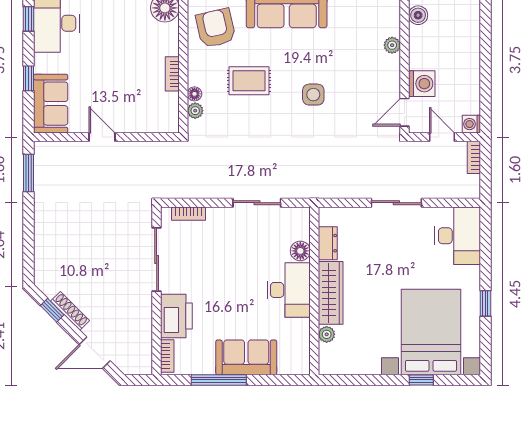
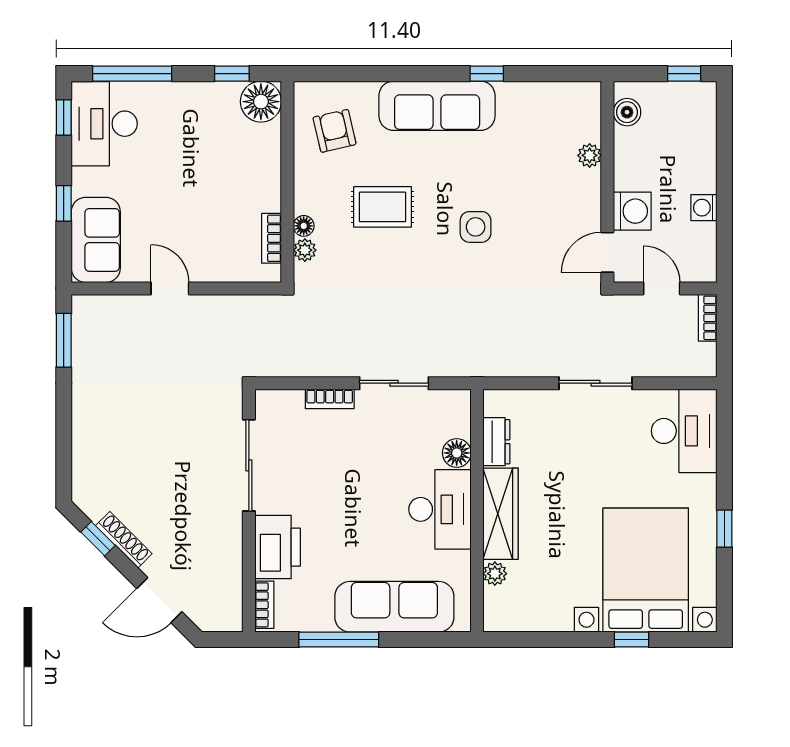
armchair: (216, 28) -> (335, 131), width x0.72, depth x0.72
bookcase: (172, 74) -> (272, 238), moved
washing machine: (471, 124) -> (704, 208), moved
bookcase: (189, 214) -> (330, 399), moved
sofa: (246, 357) -> (394, 607), width x1.36

